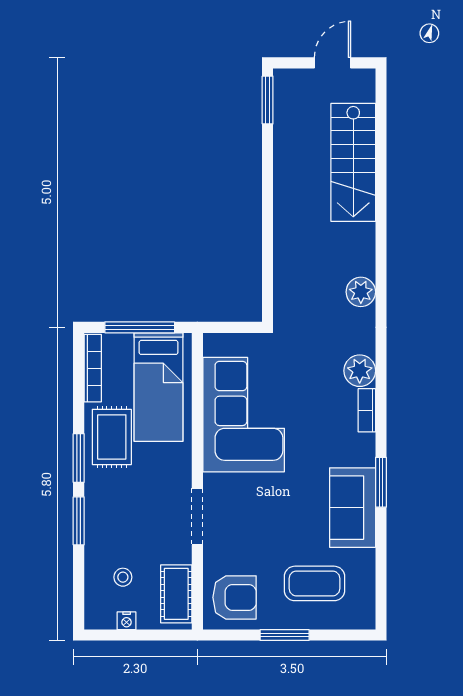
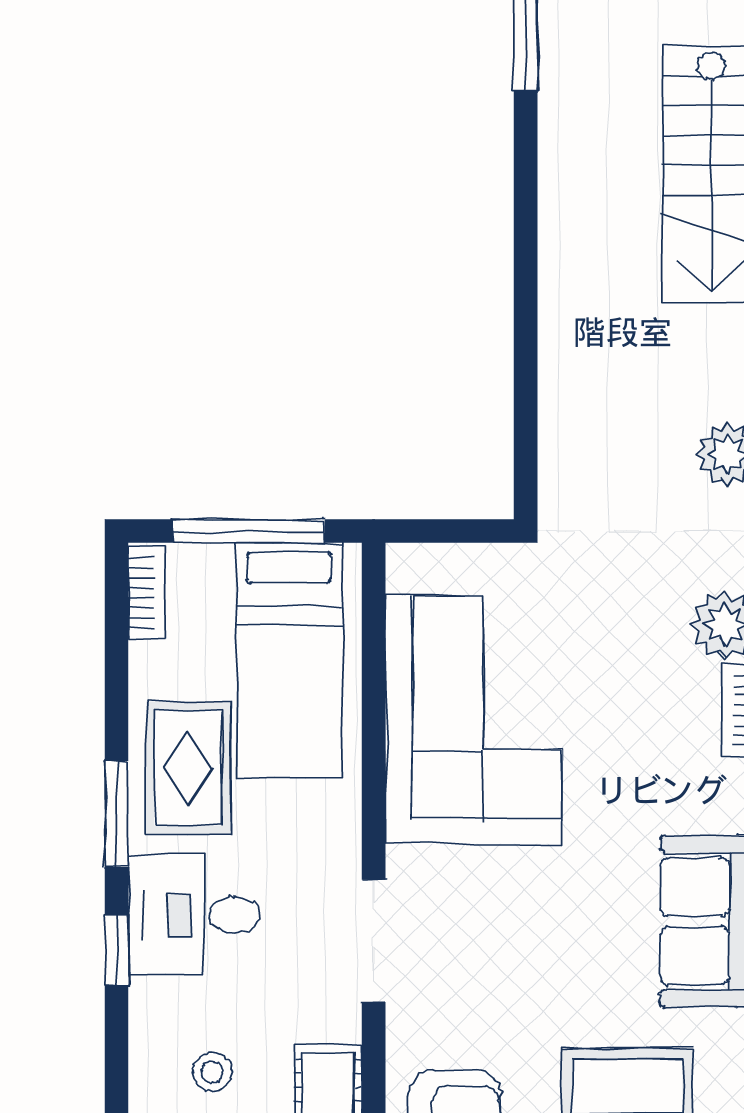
bookcase: (93, 368) -> (147, 593), width x0.64
desk: (114, 505) -> (194, 915), added
window: (79, 521) -> (116, 950), width x0.67

